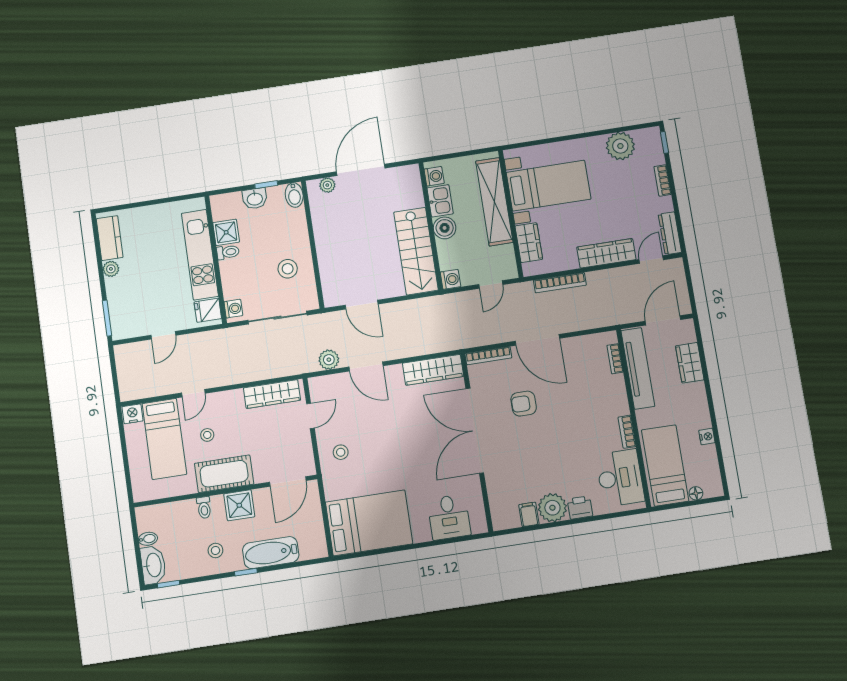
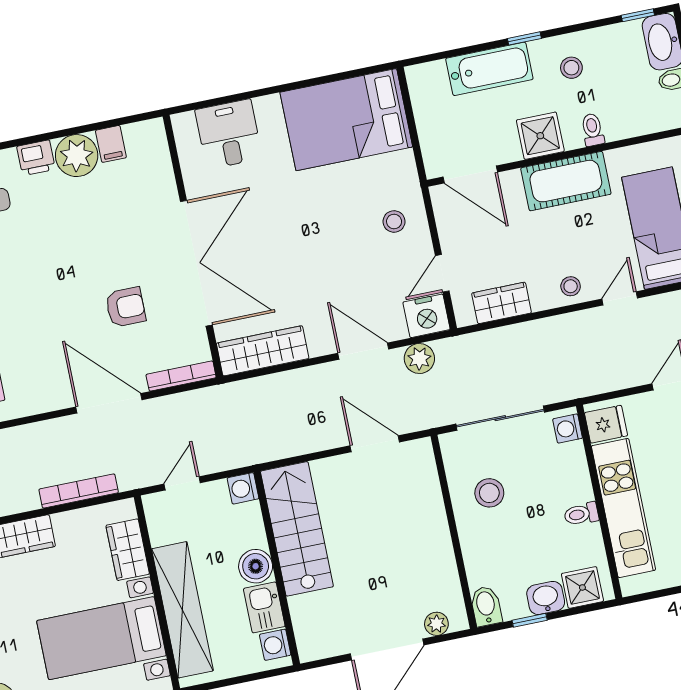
shower: (226, 232) -> (582, 587), moved
nightstand: (323, 388) -> (426, 316), added
wardrobe: (272, 394) -> (502, 303), width x0.67
stool: (207, 435) -> (571, 286), moved
door: (288, 481) -> (470, 174), swing flipped

